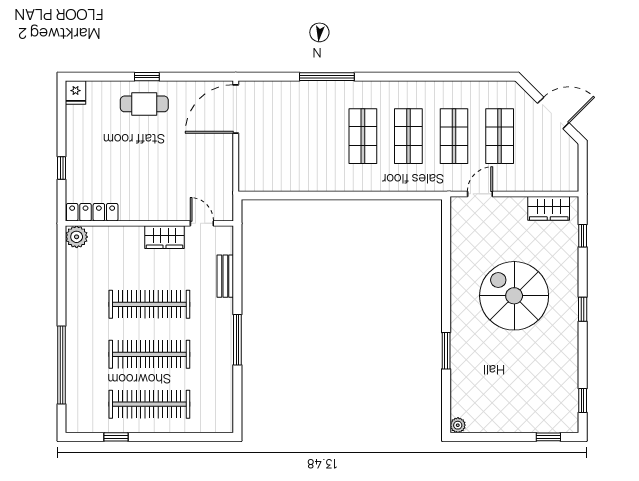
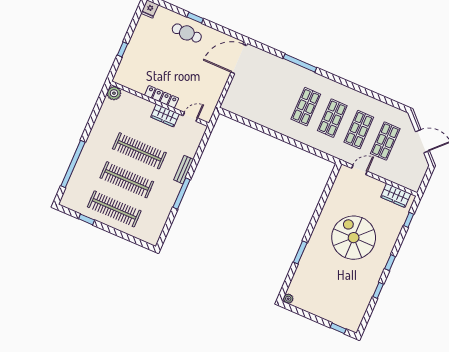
locker: (92, 212) -> (162, 97), moved
door: (202, 223) -> (190, 117), hinge flipped
bench: (225, 276) -> (184, 170), moved
window: (583, 401) -> (378, 290), moved

